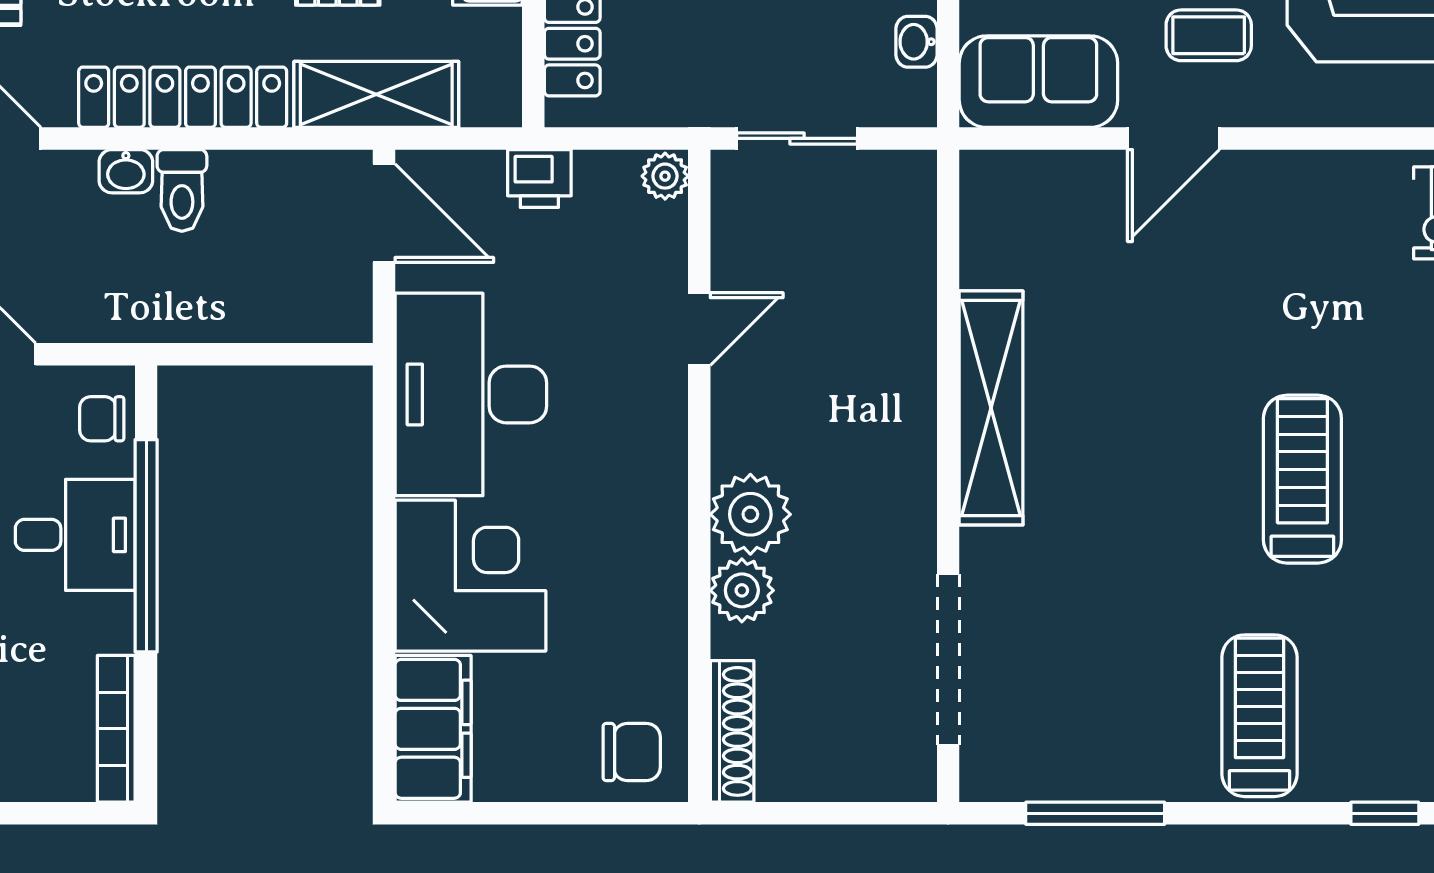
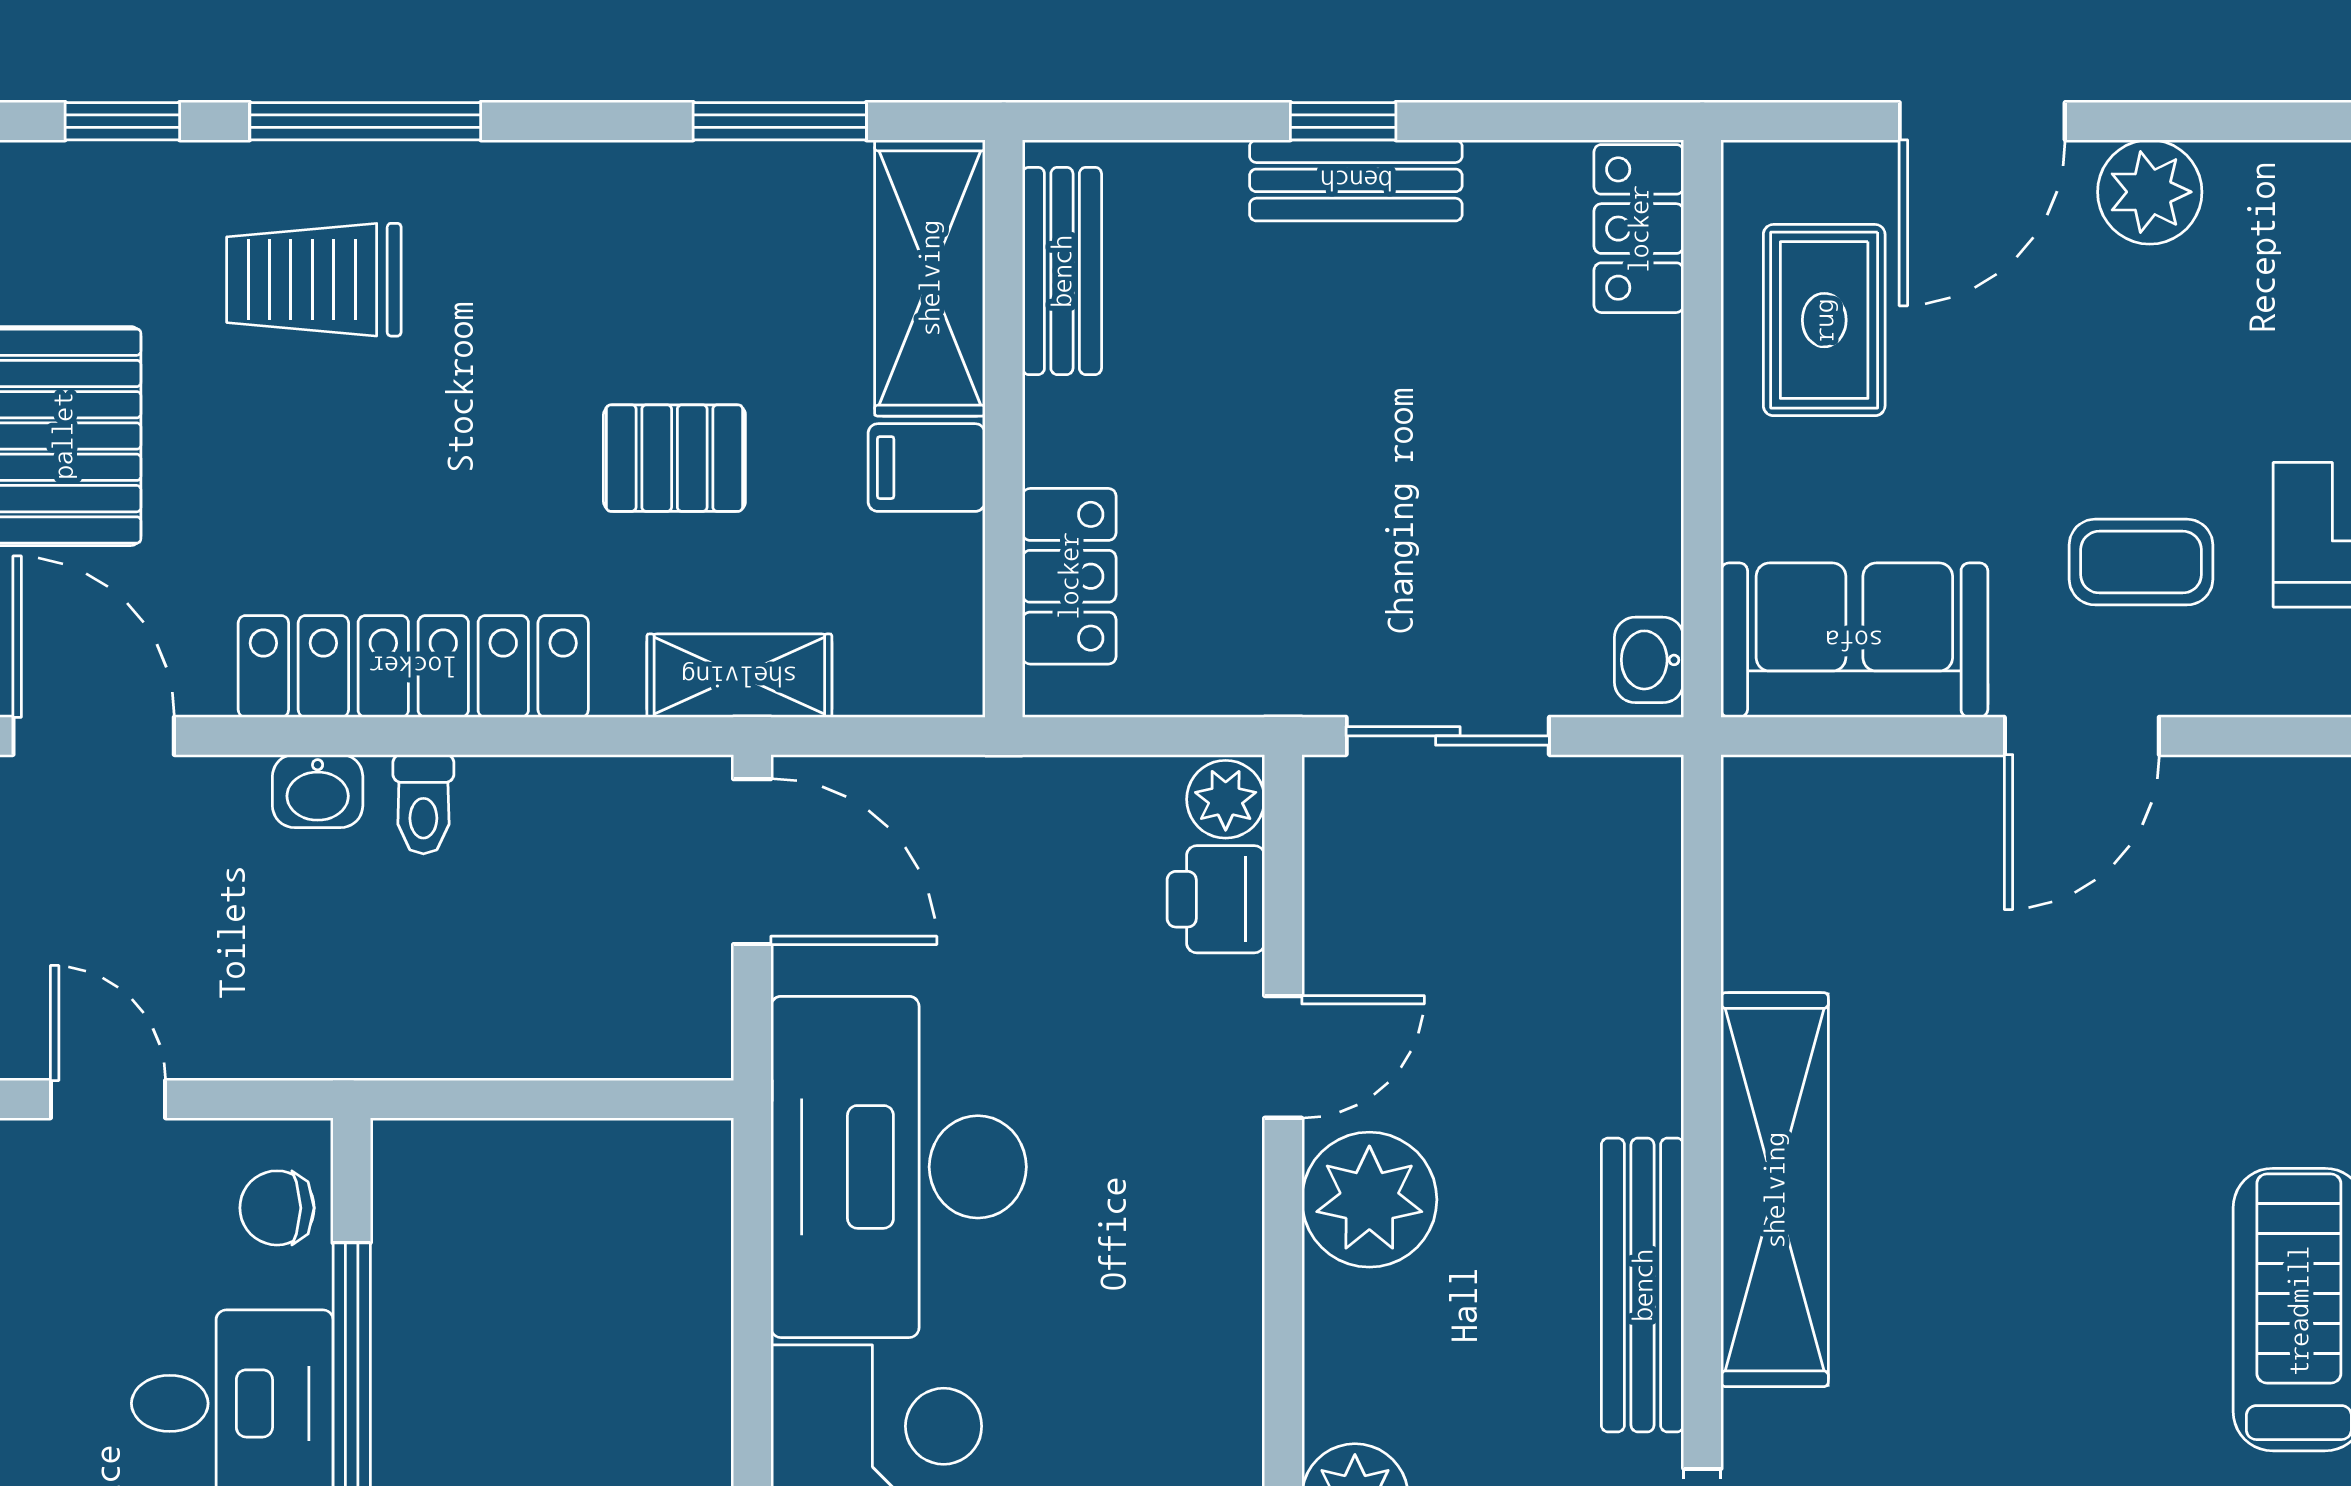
washbasin: (916, 42) -> (1649, 660), moved
shelving: (376, 94) -> (739, 676), width x0.67, depth x0.75
printer: (539, 178) -> (1216, 899), moved, turned 90
toilet: (182, 190) -> (423, 804), width x0.73, depth x0.72
bench: (913, 465) -> (1643, 1285), added
plant: (750, 514) -> (1369, 1200), moved

